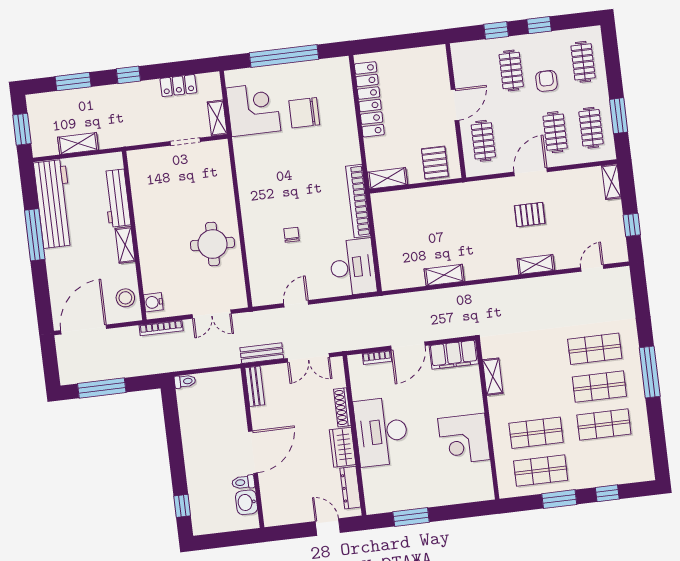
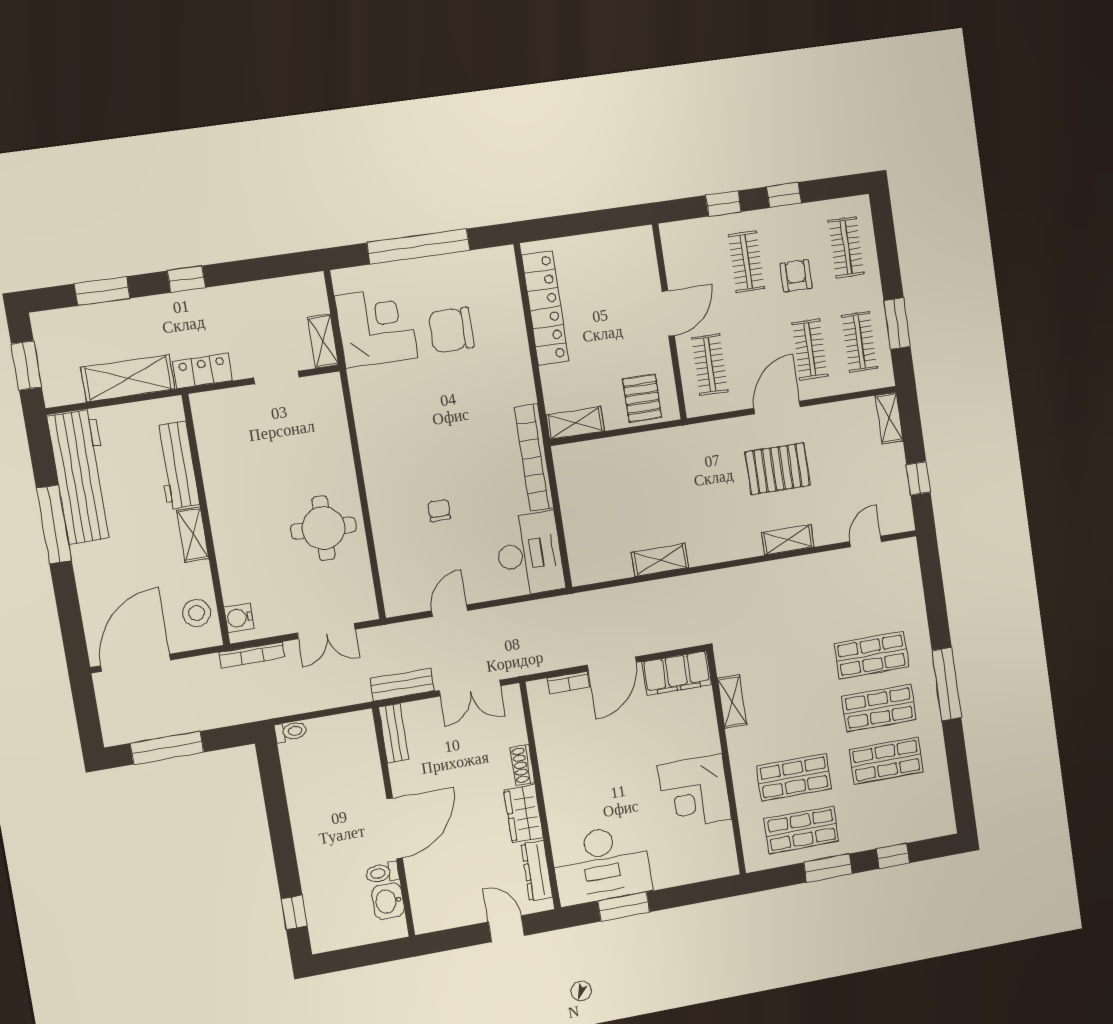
locker: (178, 86) -> (202, 371), moved, turned 180
shelving: (78, 144) -> (128, 378), width x1.50, depth x1.33
pallet: (530, 215) -> (778, 469), width x1.50, depth x1.42
shoe rack: (342, 407) -> (523, 765), width x0.70
desk: (381, 432) -> (602, 865), moved, turned -90

